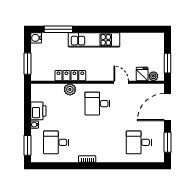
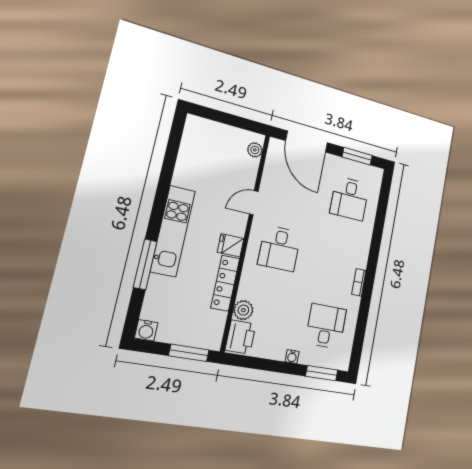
window: (58, 29) -> (145, 264), moved
window: (167, 63) -> (239, 122), removed
fridge: (142, 74) -> (231, 245), moved
plant: (70, 89) -> (243, 310), moved
printer: (38, 111) -> (240, 337), moved, turned 90
desk: (56, 142) -> (326, 326), turned 180

